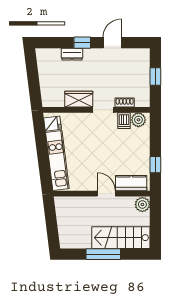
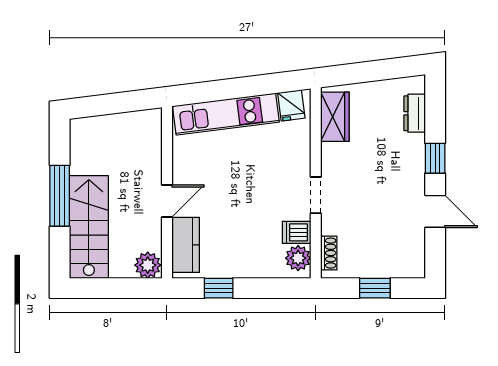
dresser: (72, 54) -> (415, 113), moved
wardrobe: (79, 99) -> (335, 117), moved
shoe rack: (125, 103) -> (329, 253), moved

